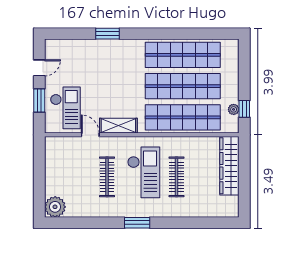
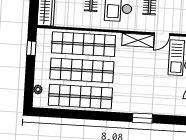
plant: (234, 109) -> (38, 90), moved
door: (90, 135) -> (162, 34), hinge flipped

